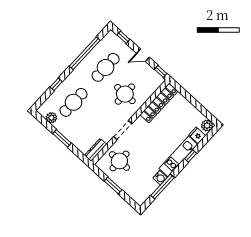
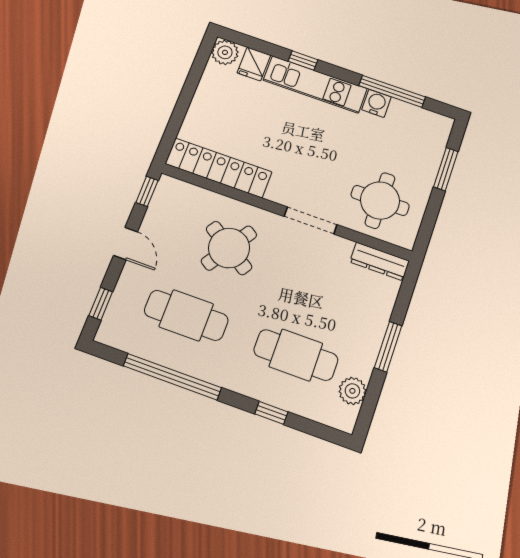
round table: (125, 94) -> (229, 248), turned 33
window: (113, 185) -> (446, 169), moved

